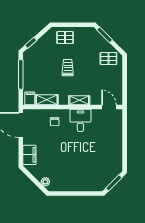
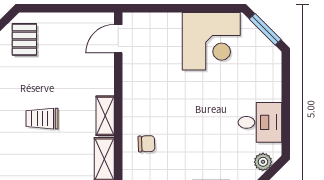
shelving: (79, 100) -> (105, 116), moved
desk: (80, 120) -> (260, 122), moved, turned 180
corner desk: (108, 155) -> (211, 41), added

